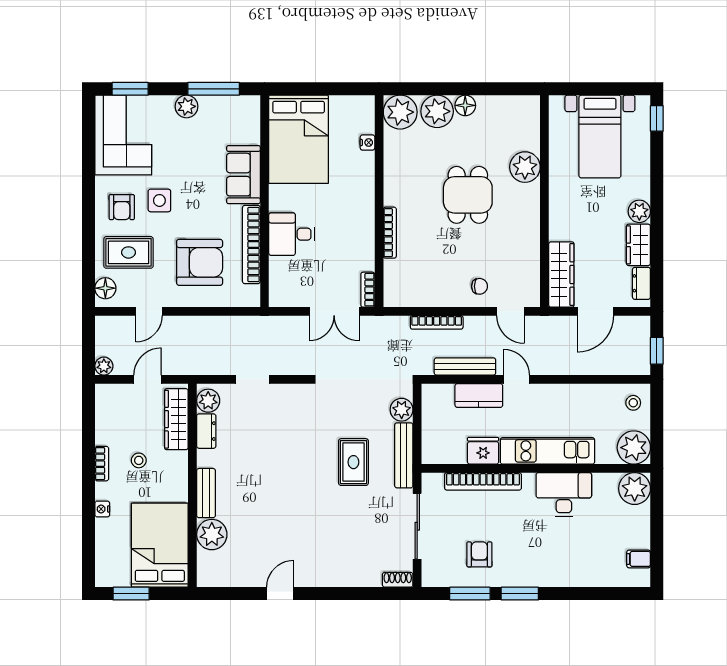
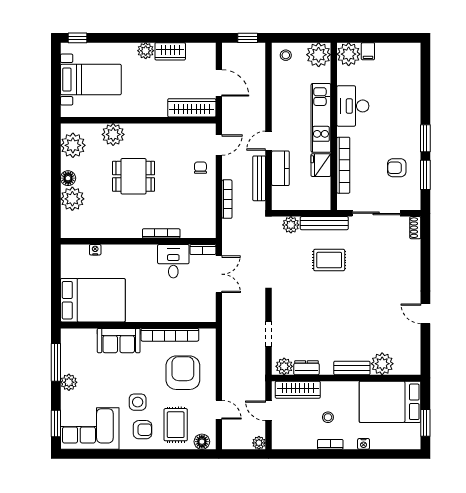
plant: (400, 112) -> (73, 145), moved
desk: (292, 234) -> (173, 261), moved, turned 180
dresser: (641, 283) -> (198, 49), removed
filing cabinet: (639, 559) -> (368, 51), moved

